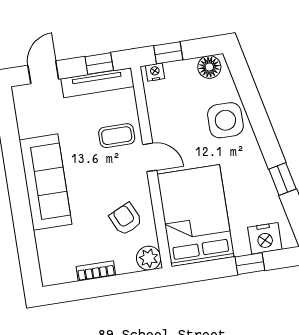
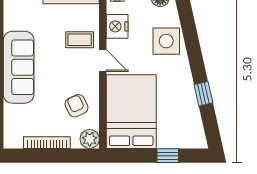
nightstand: (265, 238) -> (117, 26), moved, turned 90
bookcase: (96, 271) -> (47, 143), width x1.56

